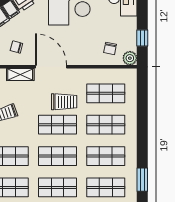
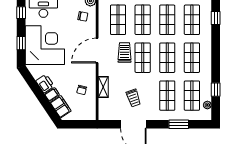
door: (51, 67) -> (97, 51), moved

